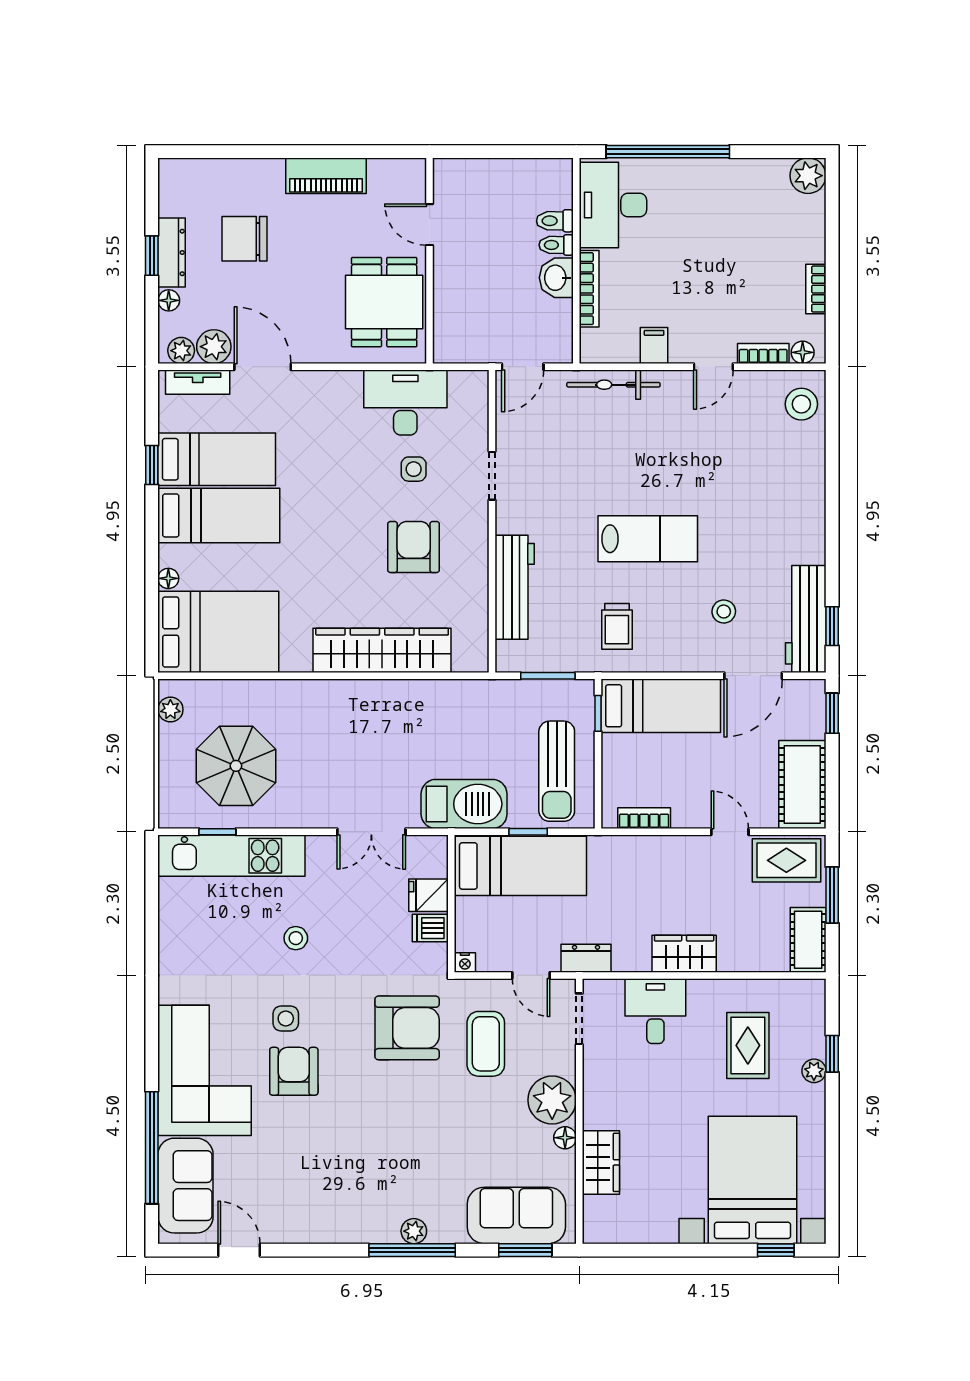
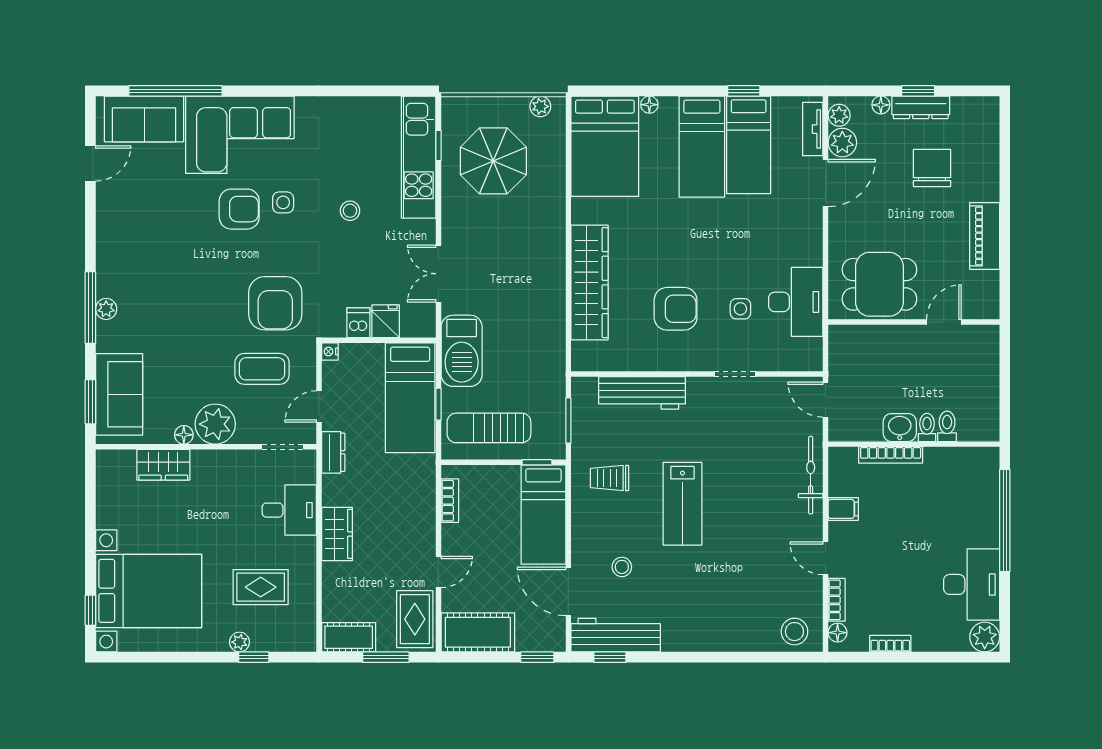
desk: (613, 205) -> (972, 584), moved, turned 90

